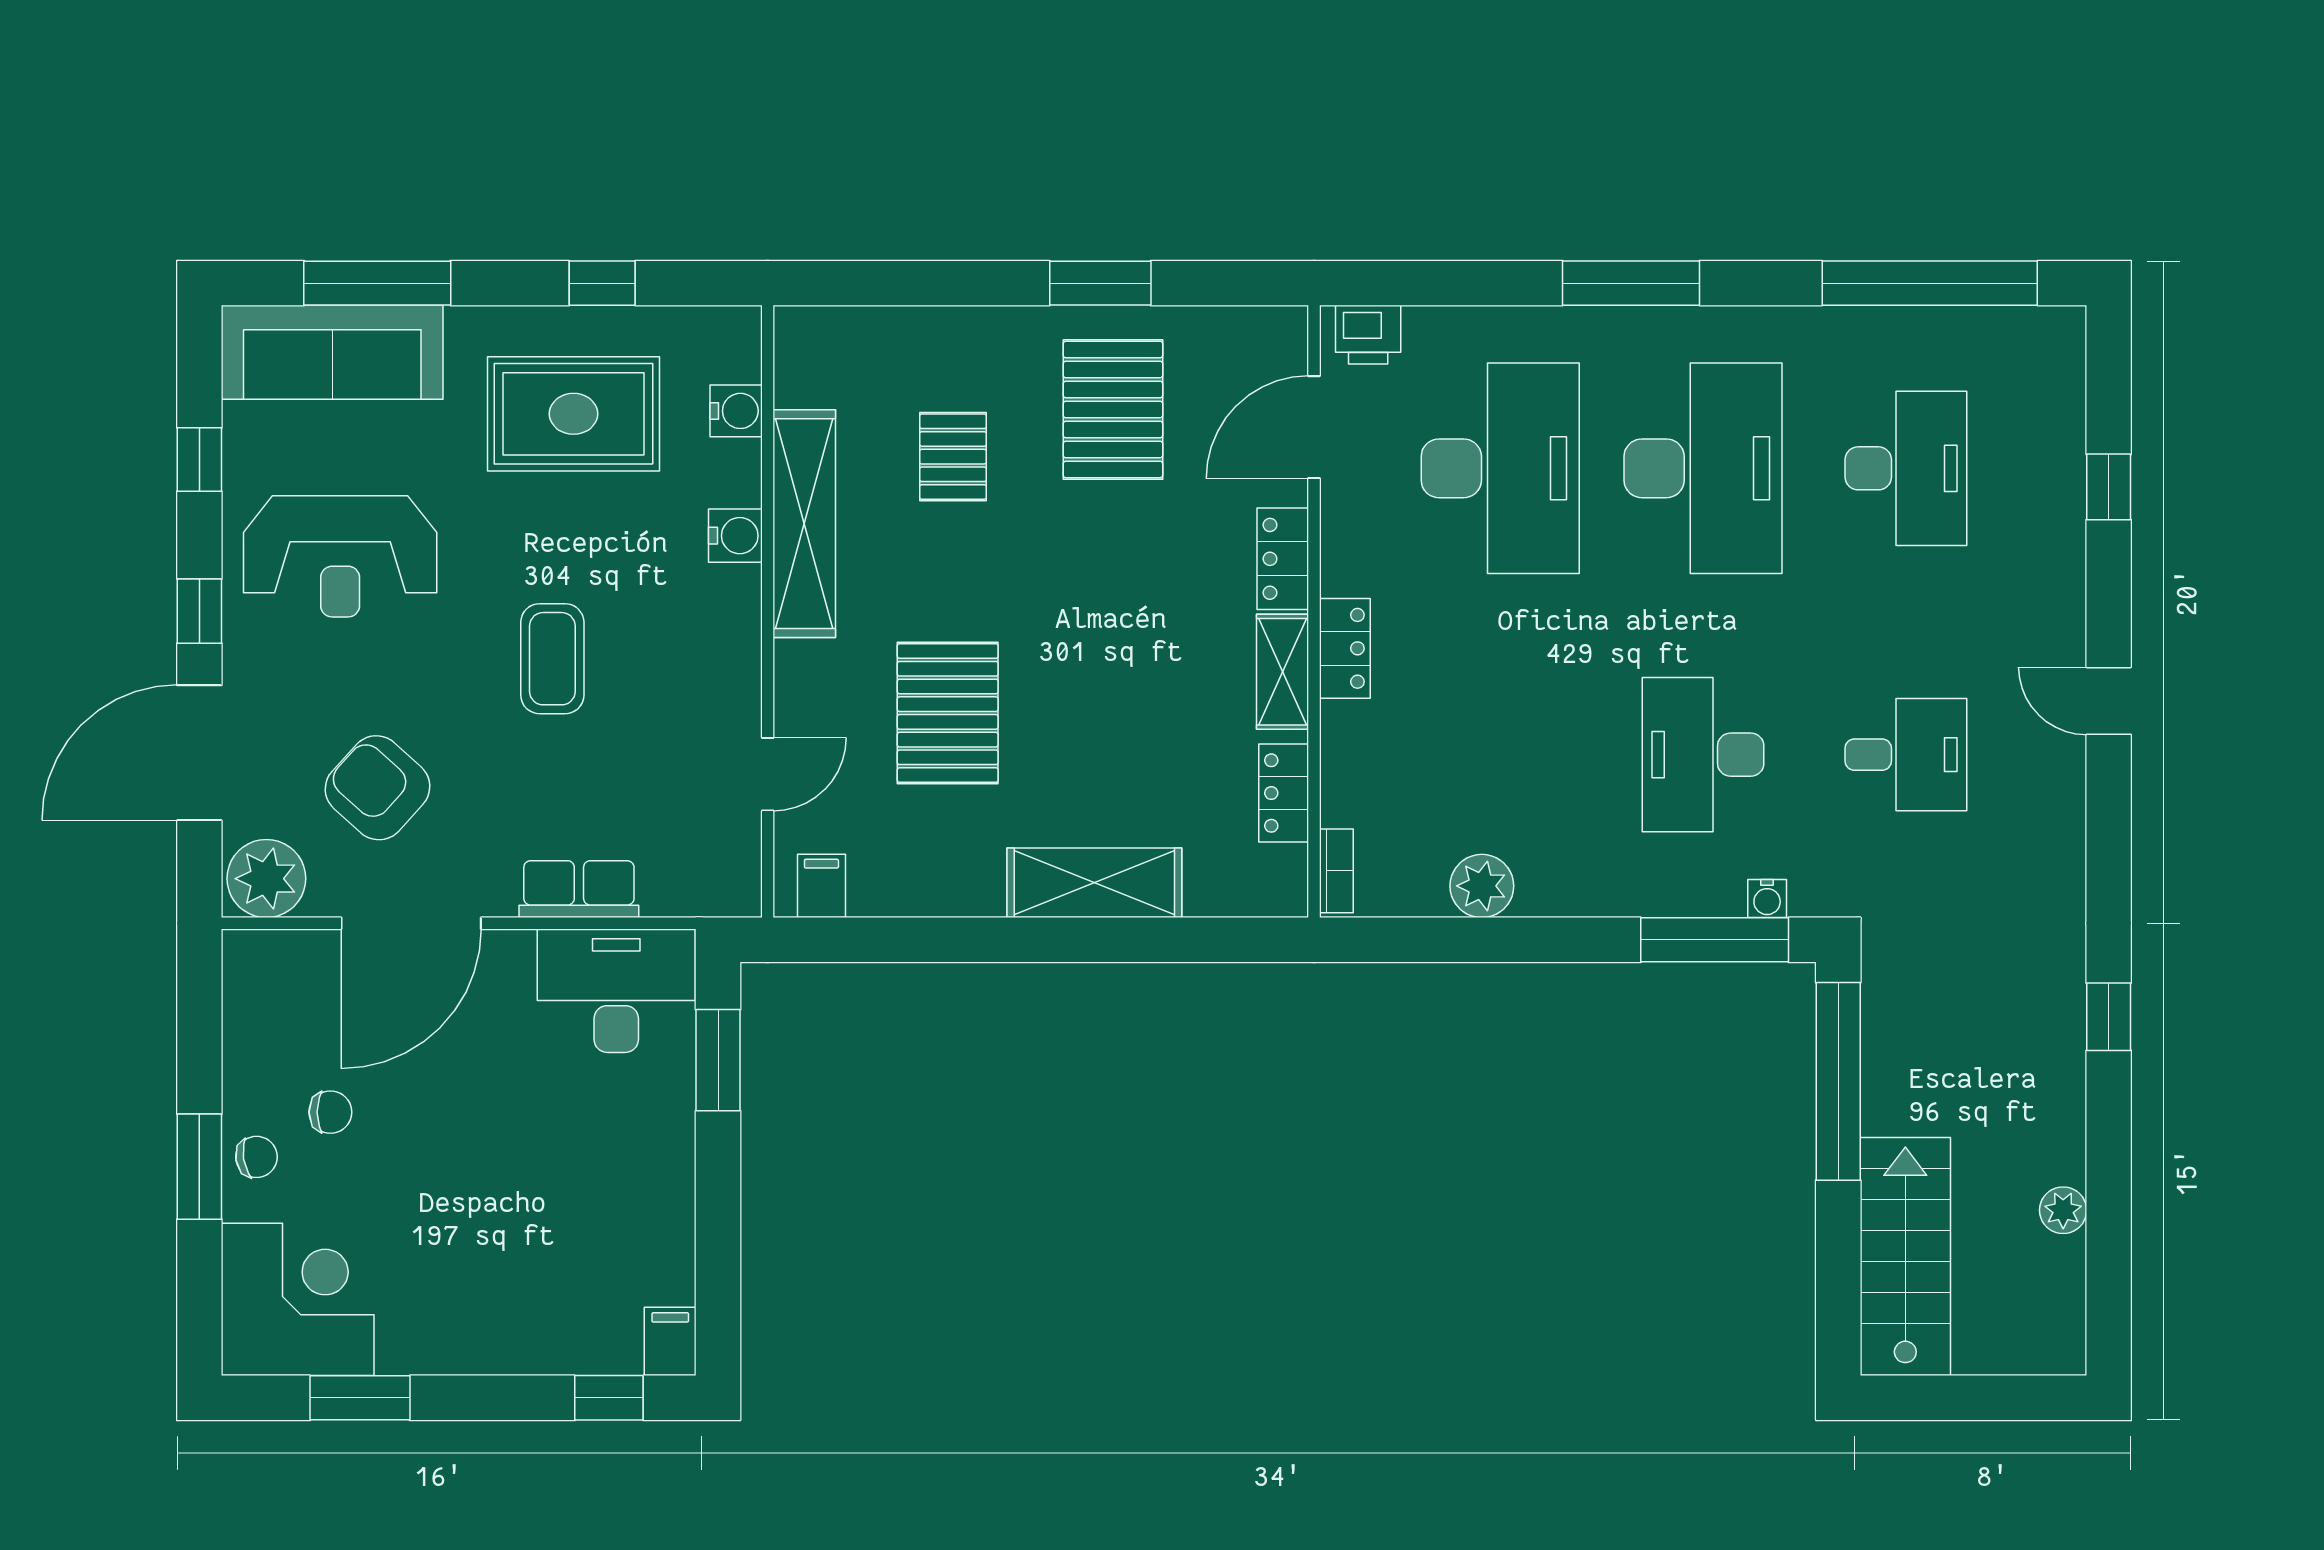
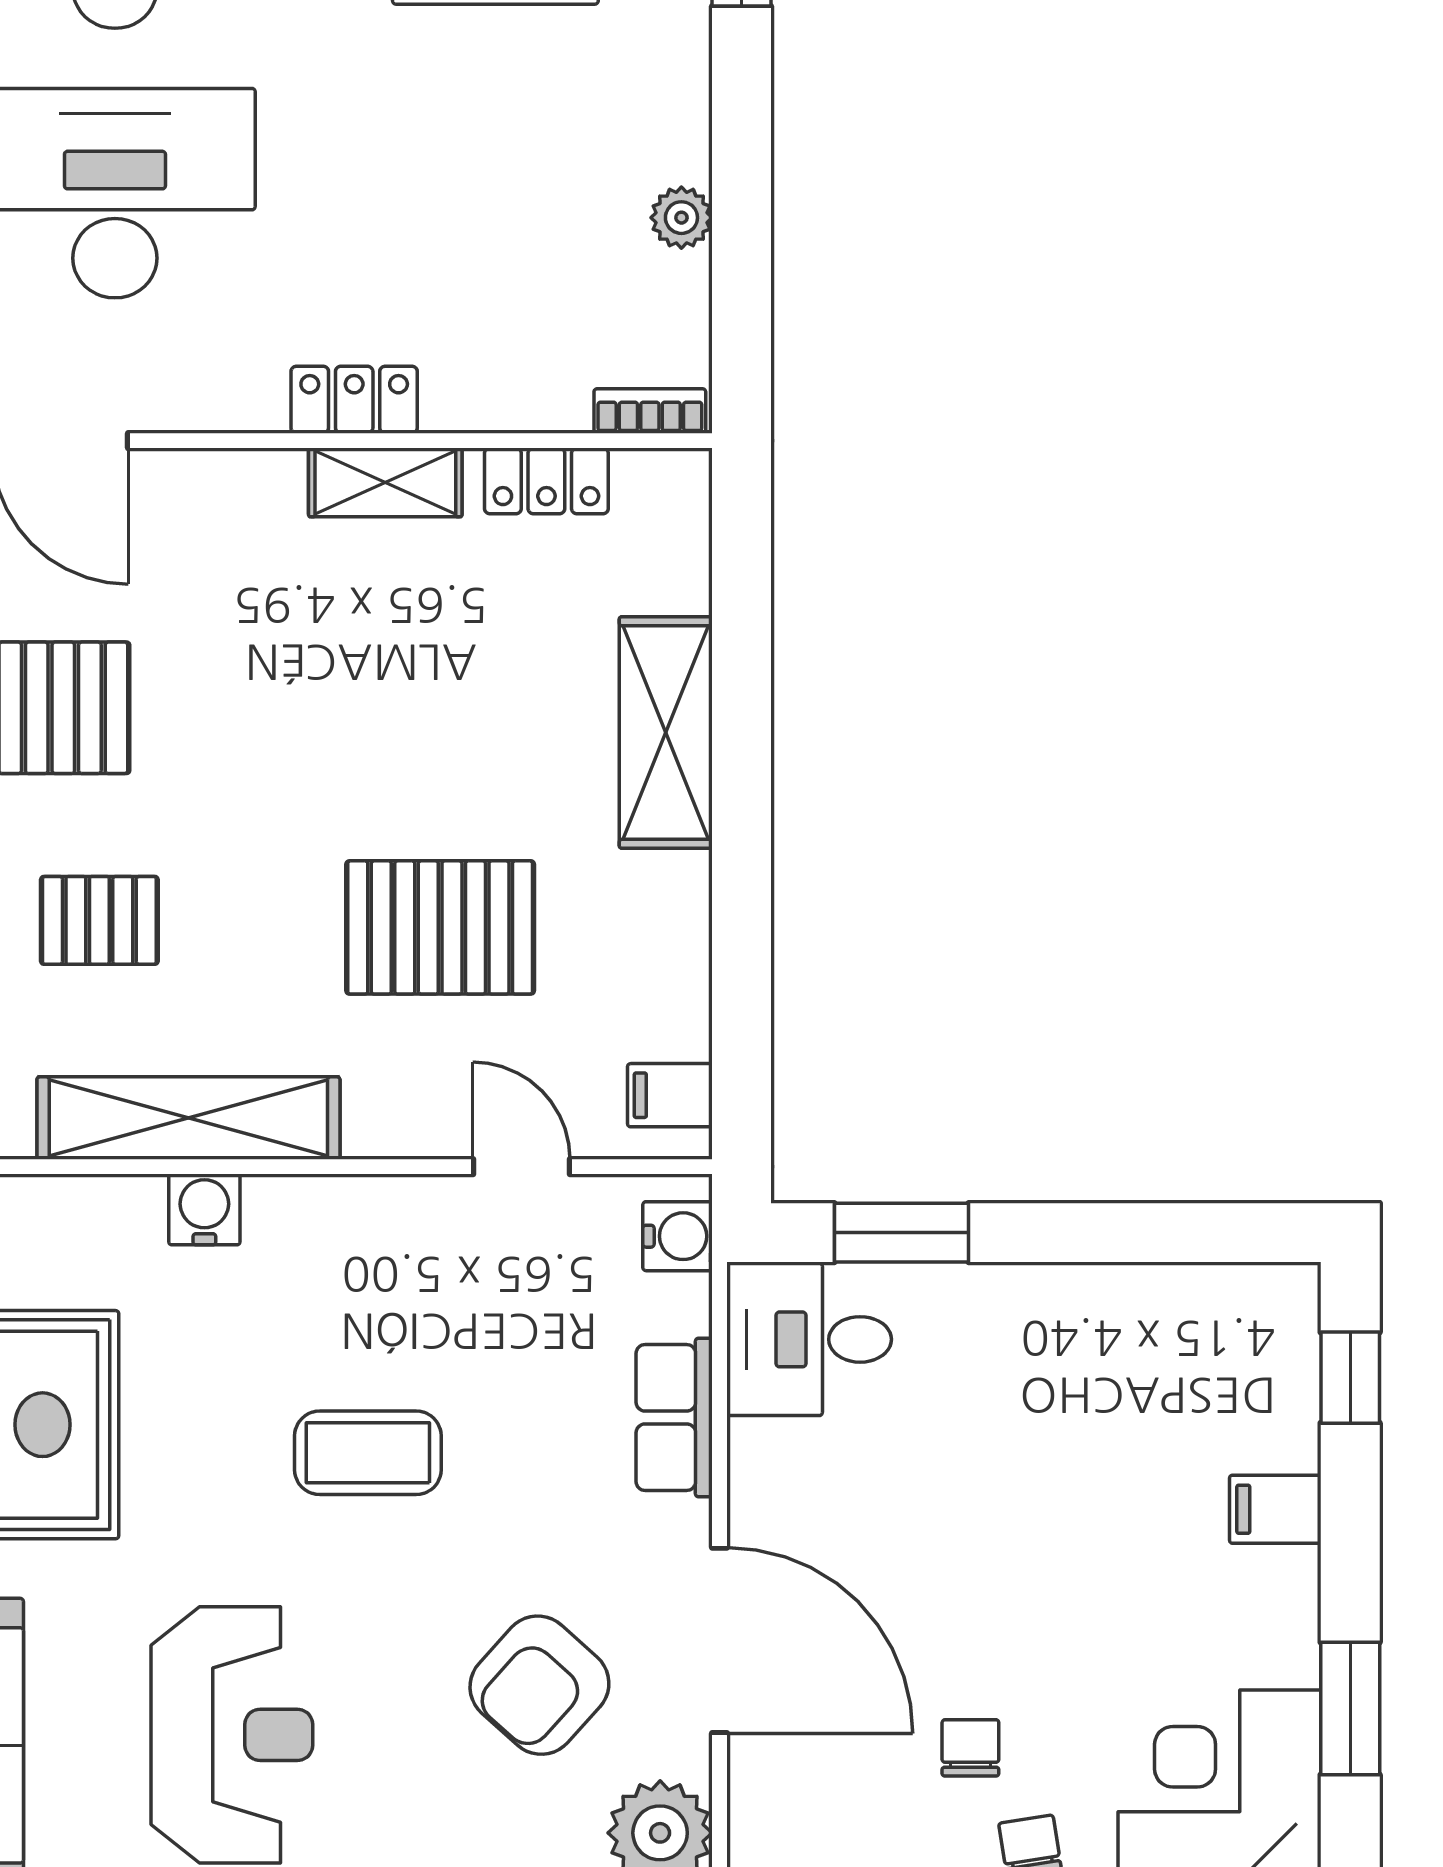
water cooler: (736, 411) -> (678, 1236), moved, turned 90
locker: (1283, 559) -> (235, 482), removed
plant: (1482, 886) -> (681, 218), width x0.73, depth x0.73
desk: (616, 991) -> (809, 1339), width x0.73
filing cabinet: (670, 1341) -> (1275, 1509), moved

